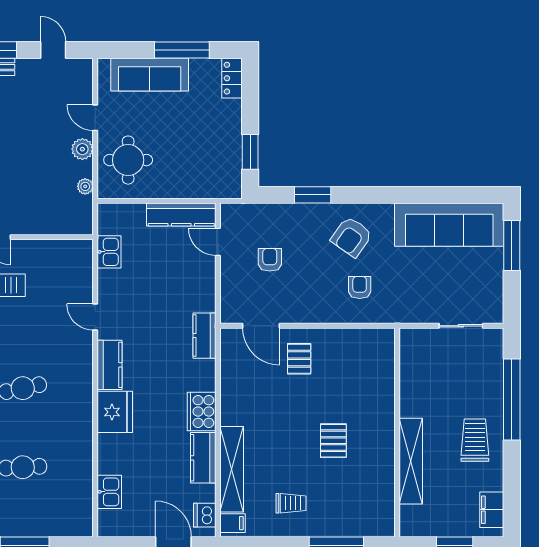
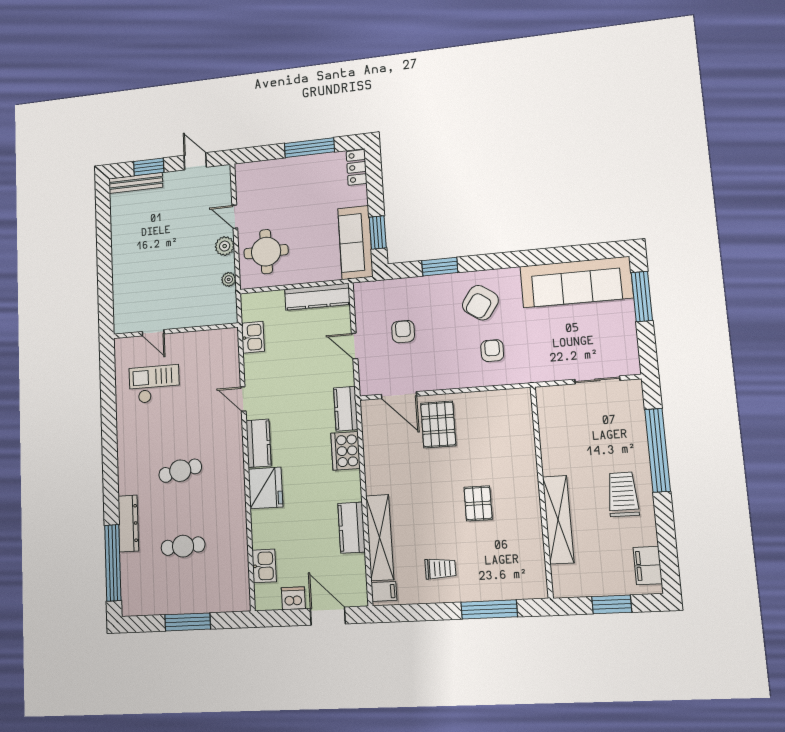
sofa: (150, 75) -> (355, 243), moved, turned 90
door: (218, 242) -> (355, 346), moved
pallet: (299, 359) -> (438, 424), width x1.50, depth x1.42
cooker: (202, 412) -> (345, 451), moved
dishwasher: (205, 515) -> (293, 598), moved, turned 90

